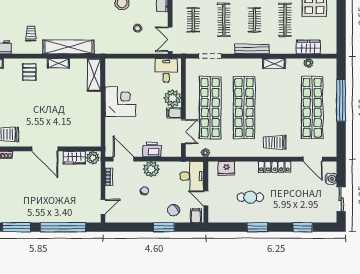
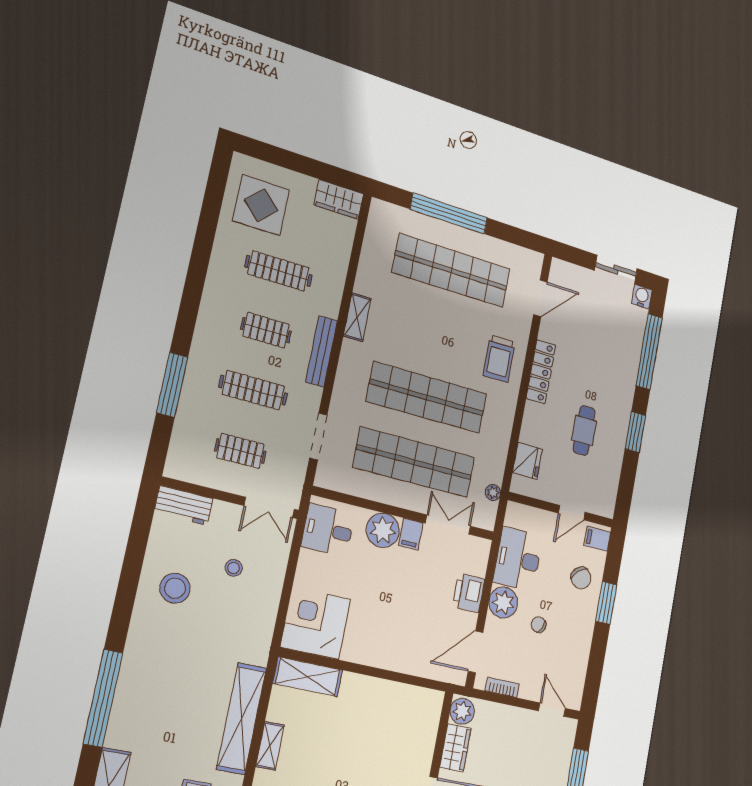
wardrobe: (308, 47) -> (339, 199), moved, turned -90
plant: (308, 63) -> (369, 252), removed
corner desk: (120, 102) -> (316, 623), moved
desk: (192, 176) -> (518, 559), moved, turned -90
water cooler: (331, 179) -> (642, 297), moved
window: (303, 227) -> (649, 352), width x2.11

